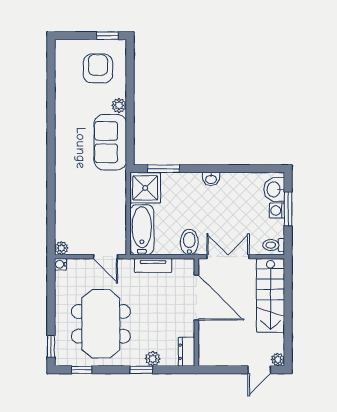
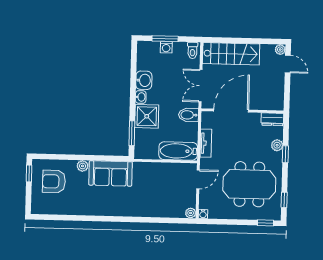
shower: (145, 188) -> (147, 116), moved
washbasin: (274, 189) -> (144, 80), moved, turned -90

